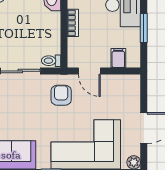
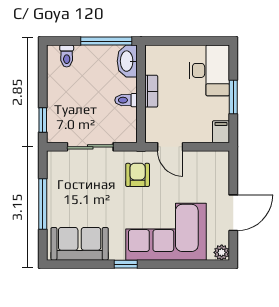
filing cabinet: (118, 58) -> (221, 132), moved
toilet: (51, 61) -> (126, 100), moved

